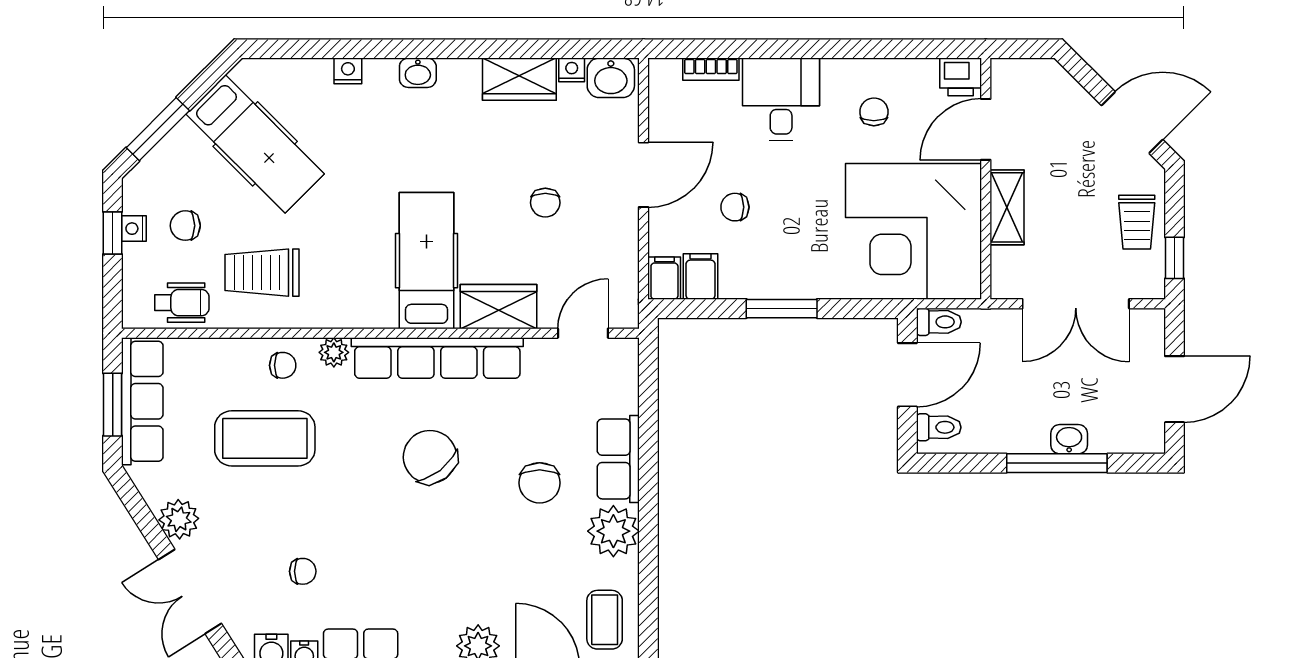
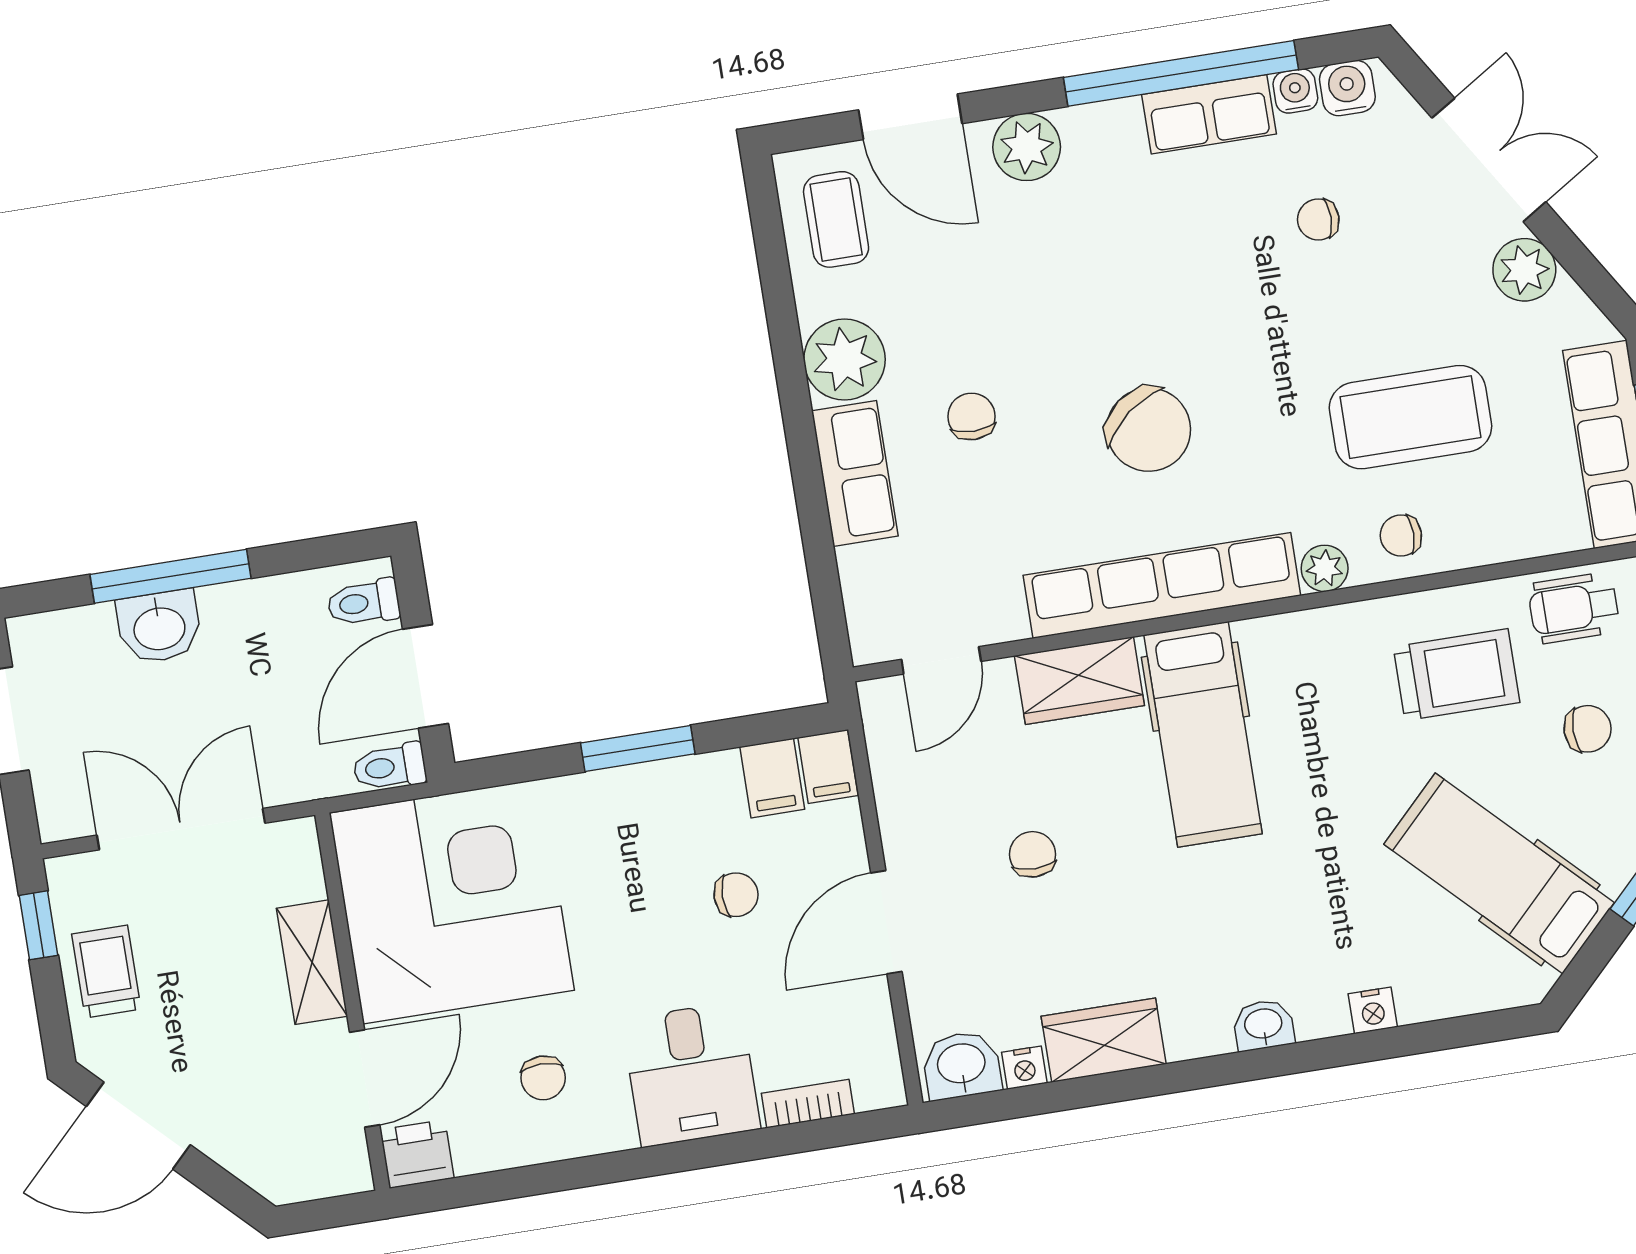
washbasin: (1069, 439) -> (159, 627), width x1.38, depth x1.45
chair: (540, 483) -> (971, 416), width x0.73, depth x0.73

